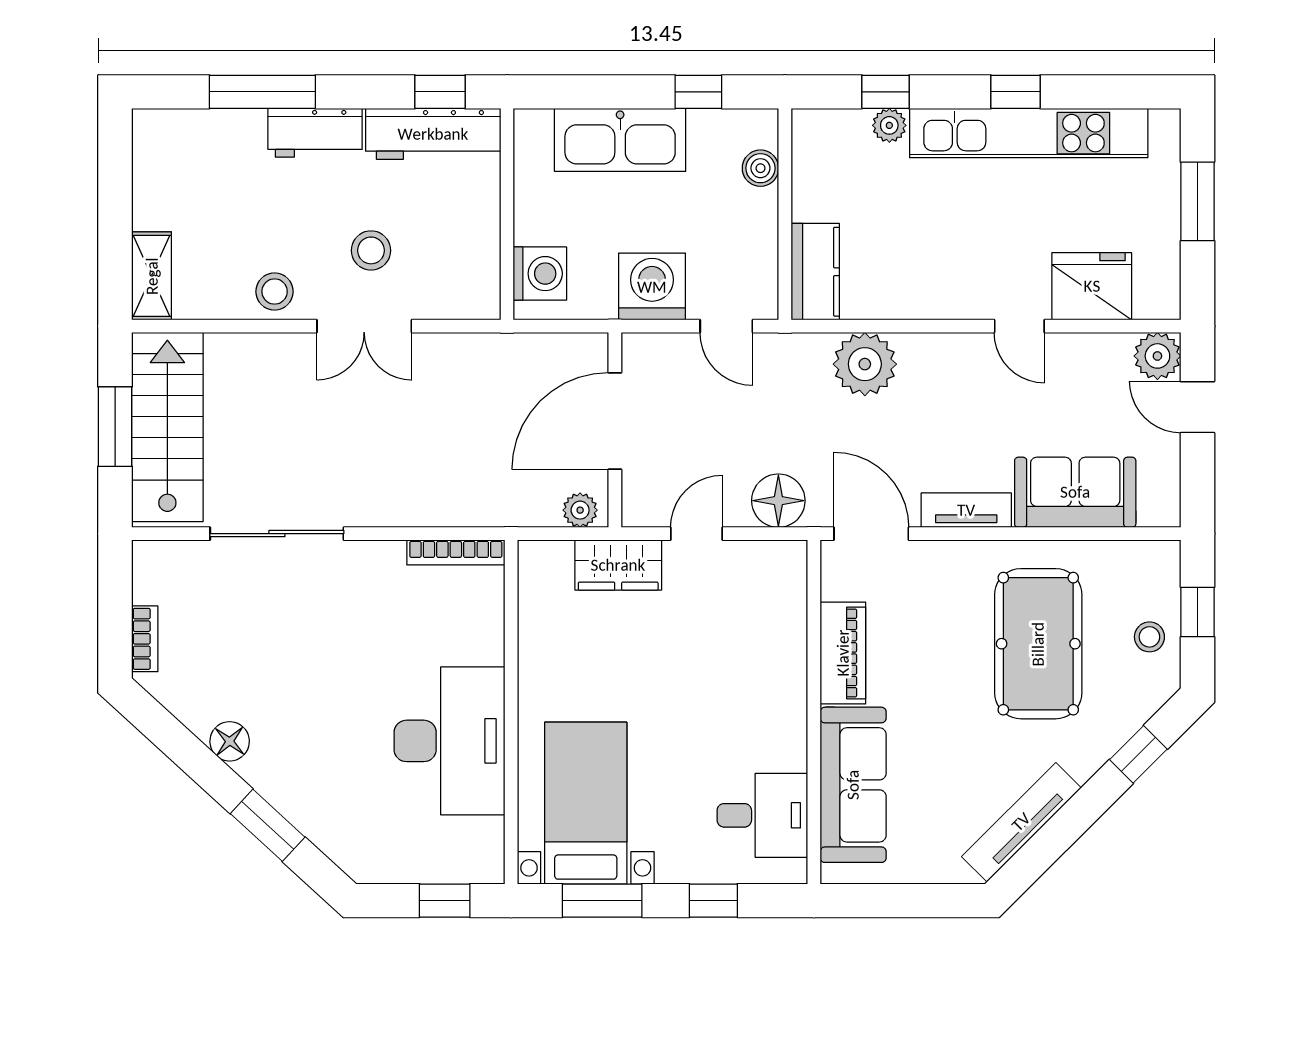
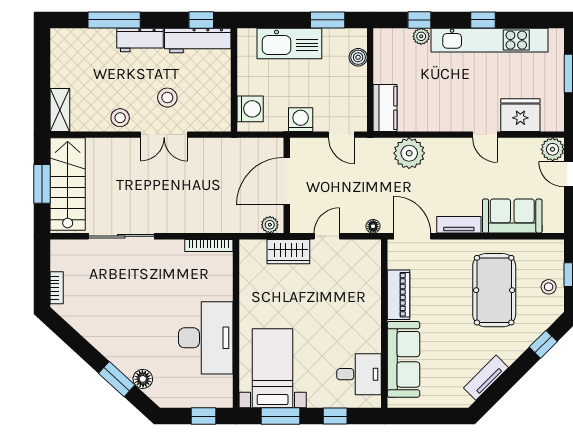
window: (698, 92) -> (328, 20), width x1.50
washing machine: (652, 287) -> (301, 120), width x0.73, depth x0.73
floor lamp: (778, 501) -> (373, 226), width x0.53, depth x0.53
floor lamp: (230, 741) -> (143, 379), moved
tv unit: (1021, 822) -> (486, 378), width x0.71

